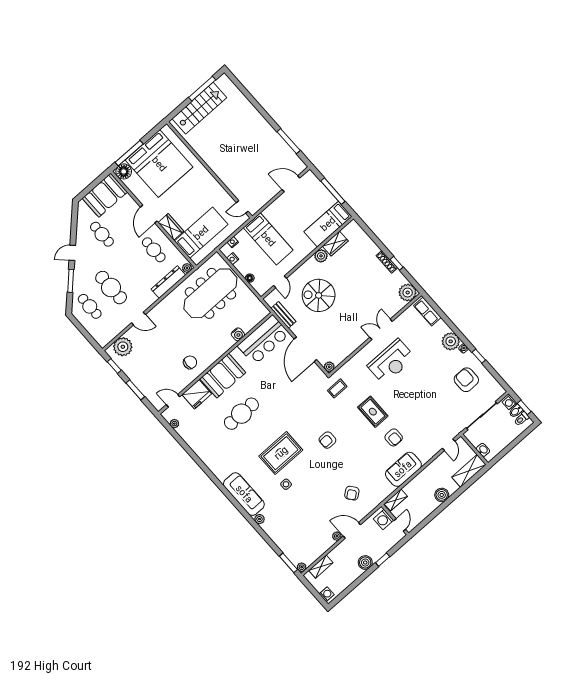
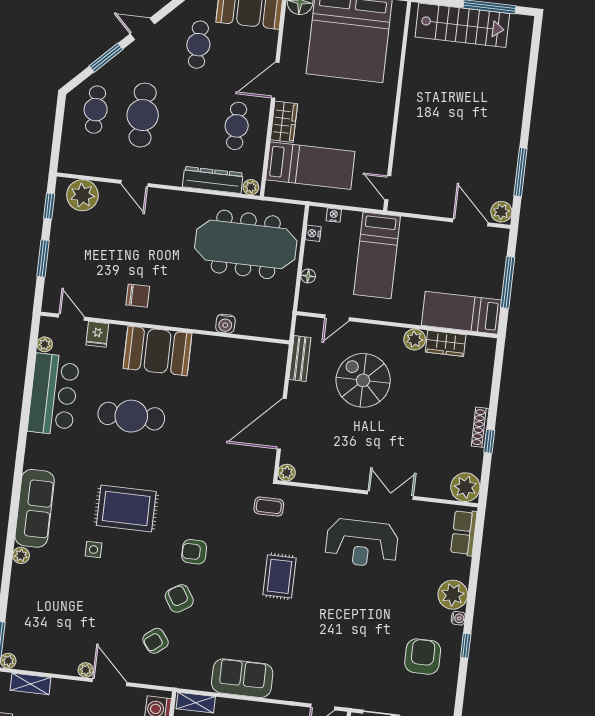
plant: (299, 166) -> (501, 212), added
bar counter: (264, 340) -> (53, 394), moved, turned -90
fridge: (197, 394) -> (97, 334), width x0.53, depth x0.75
armchair: (394, 437) -> (179, 598), moved, turned 148

